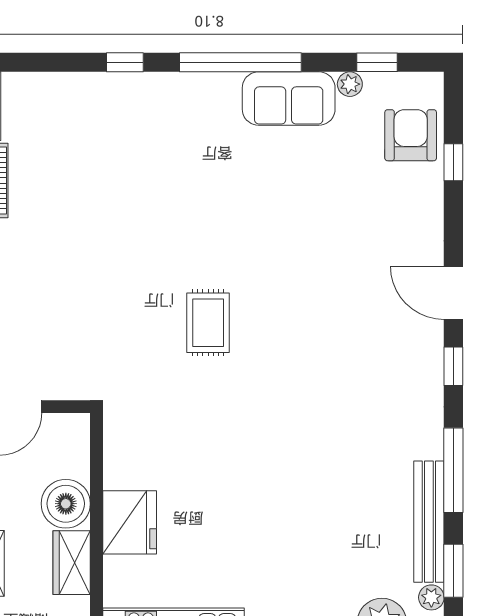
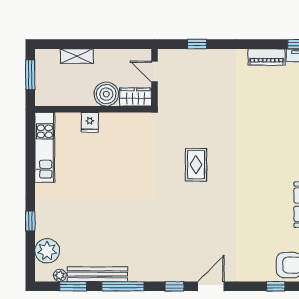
rug: (208, 323) -> (196, 165), turned 90
fridge: (130, 522) -> (90, 122), width x0.53, depth x0.75
wardrobe: (72, 563) -> (135, 97), moved

